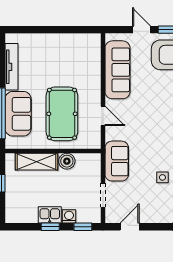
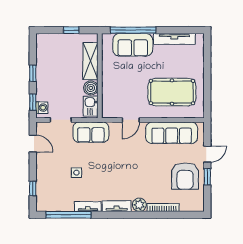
pool table: (62, 114) -> (172, 92), moved
kitchen sink: (50, 215) -> (91, 106), moved, turned 180
washing machine: (69, 216) -> (42, 108), moved

